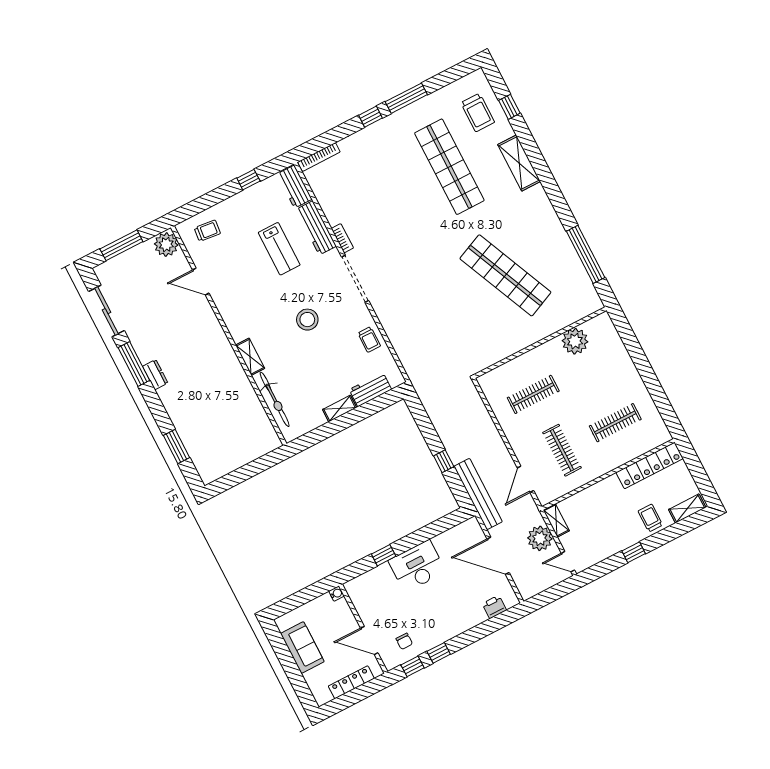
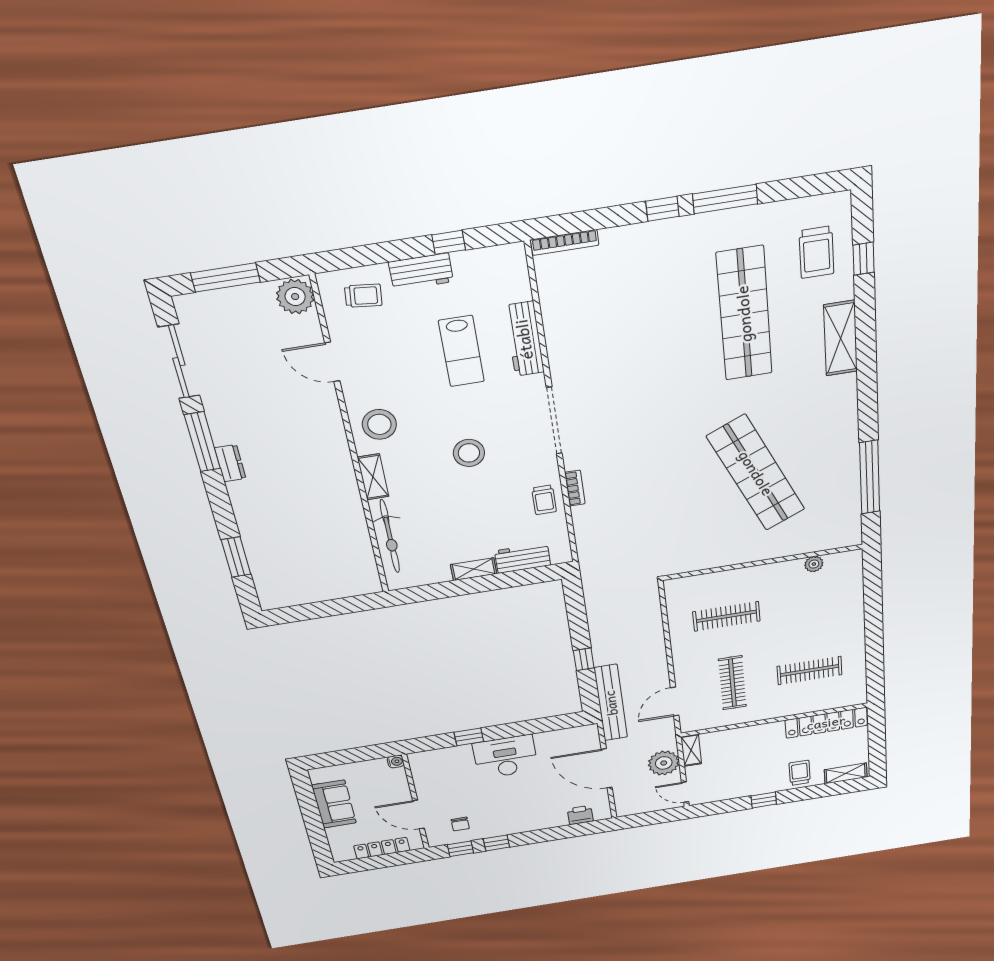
workbench: (294, 187) -> (421, 272), moved, turned -90
bookcase: (342, 238) -> (575, 488), moved
stool: (243, 317) -> (379, 424), added
plant: (575, 341) -> (814, 564), width x0.53, depth x0.53

